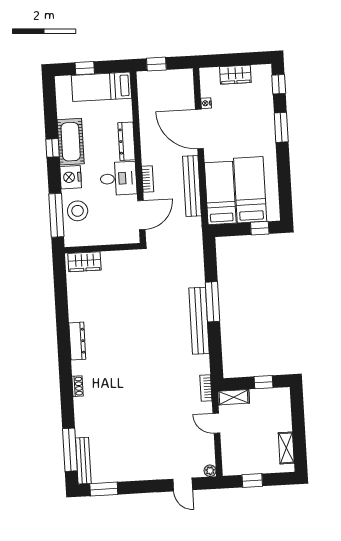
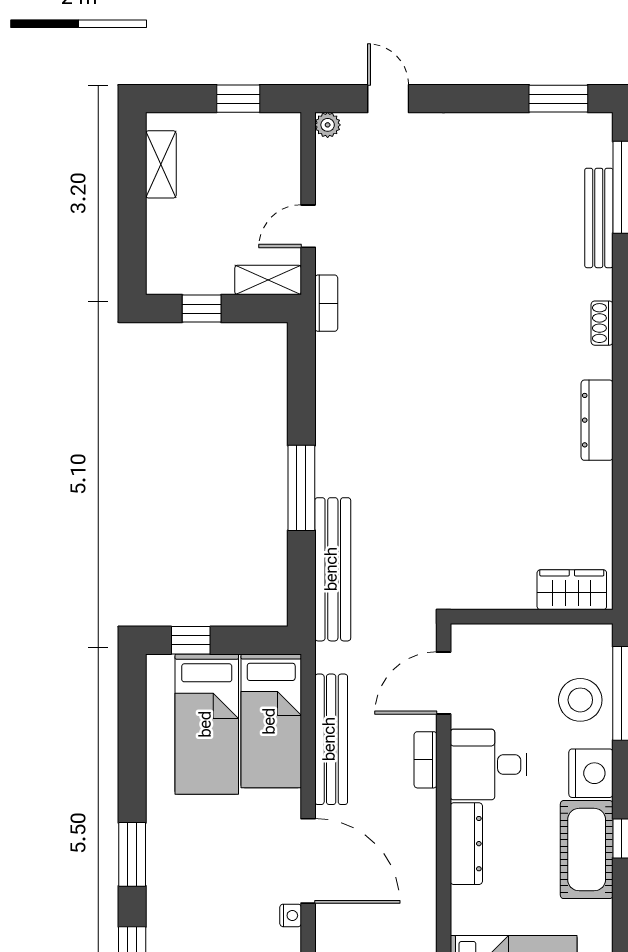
bench: (199, 321) -> (333, 569), moved
door: (216, 423) -> (308, 226), swing flipped
bench: (83, 461) -> (599, 218), moved

